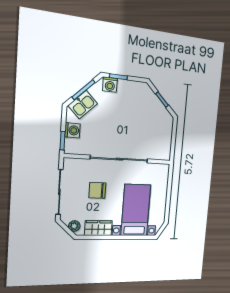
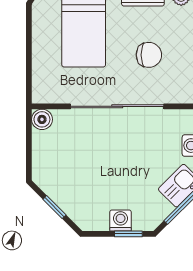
washing machine: (110, 85) -> (121, 221), moved
boiler: (165, 154) -> (42, 119), added

